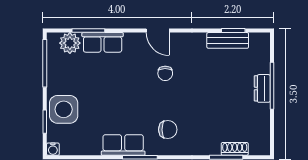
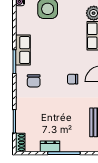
dresser: (262, 88) -> (50, 146), moved
shoe rack: (235, 149) -> (20, 142), moved

